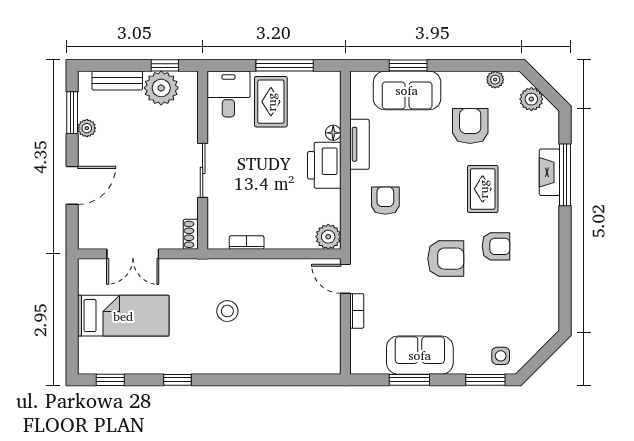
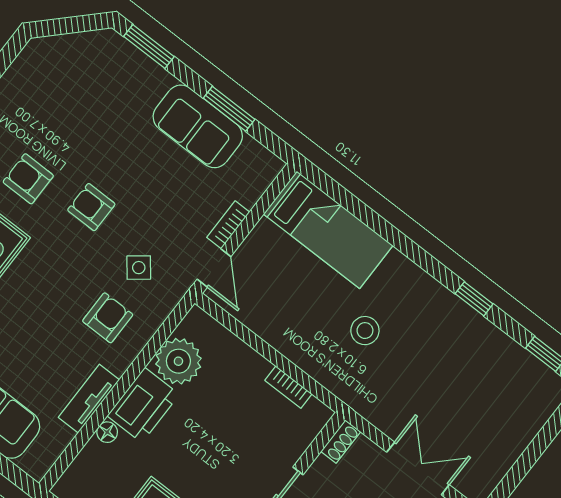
armchair: (385, 201) -> (108, 318), turned 180
plant: (328, 237) -> (178, 361), moved, width x1.36, depth x1.36
armchair: (446, 259) -> (91, 207), width x0.72, depth x0.72
bed: (123, 316) -> (328, 230), moved, turned 180
side table: (501, 356) -> (139, 268), moved, turned -38

